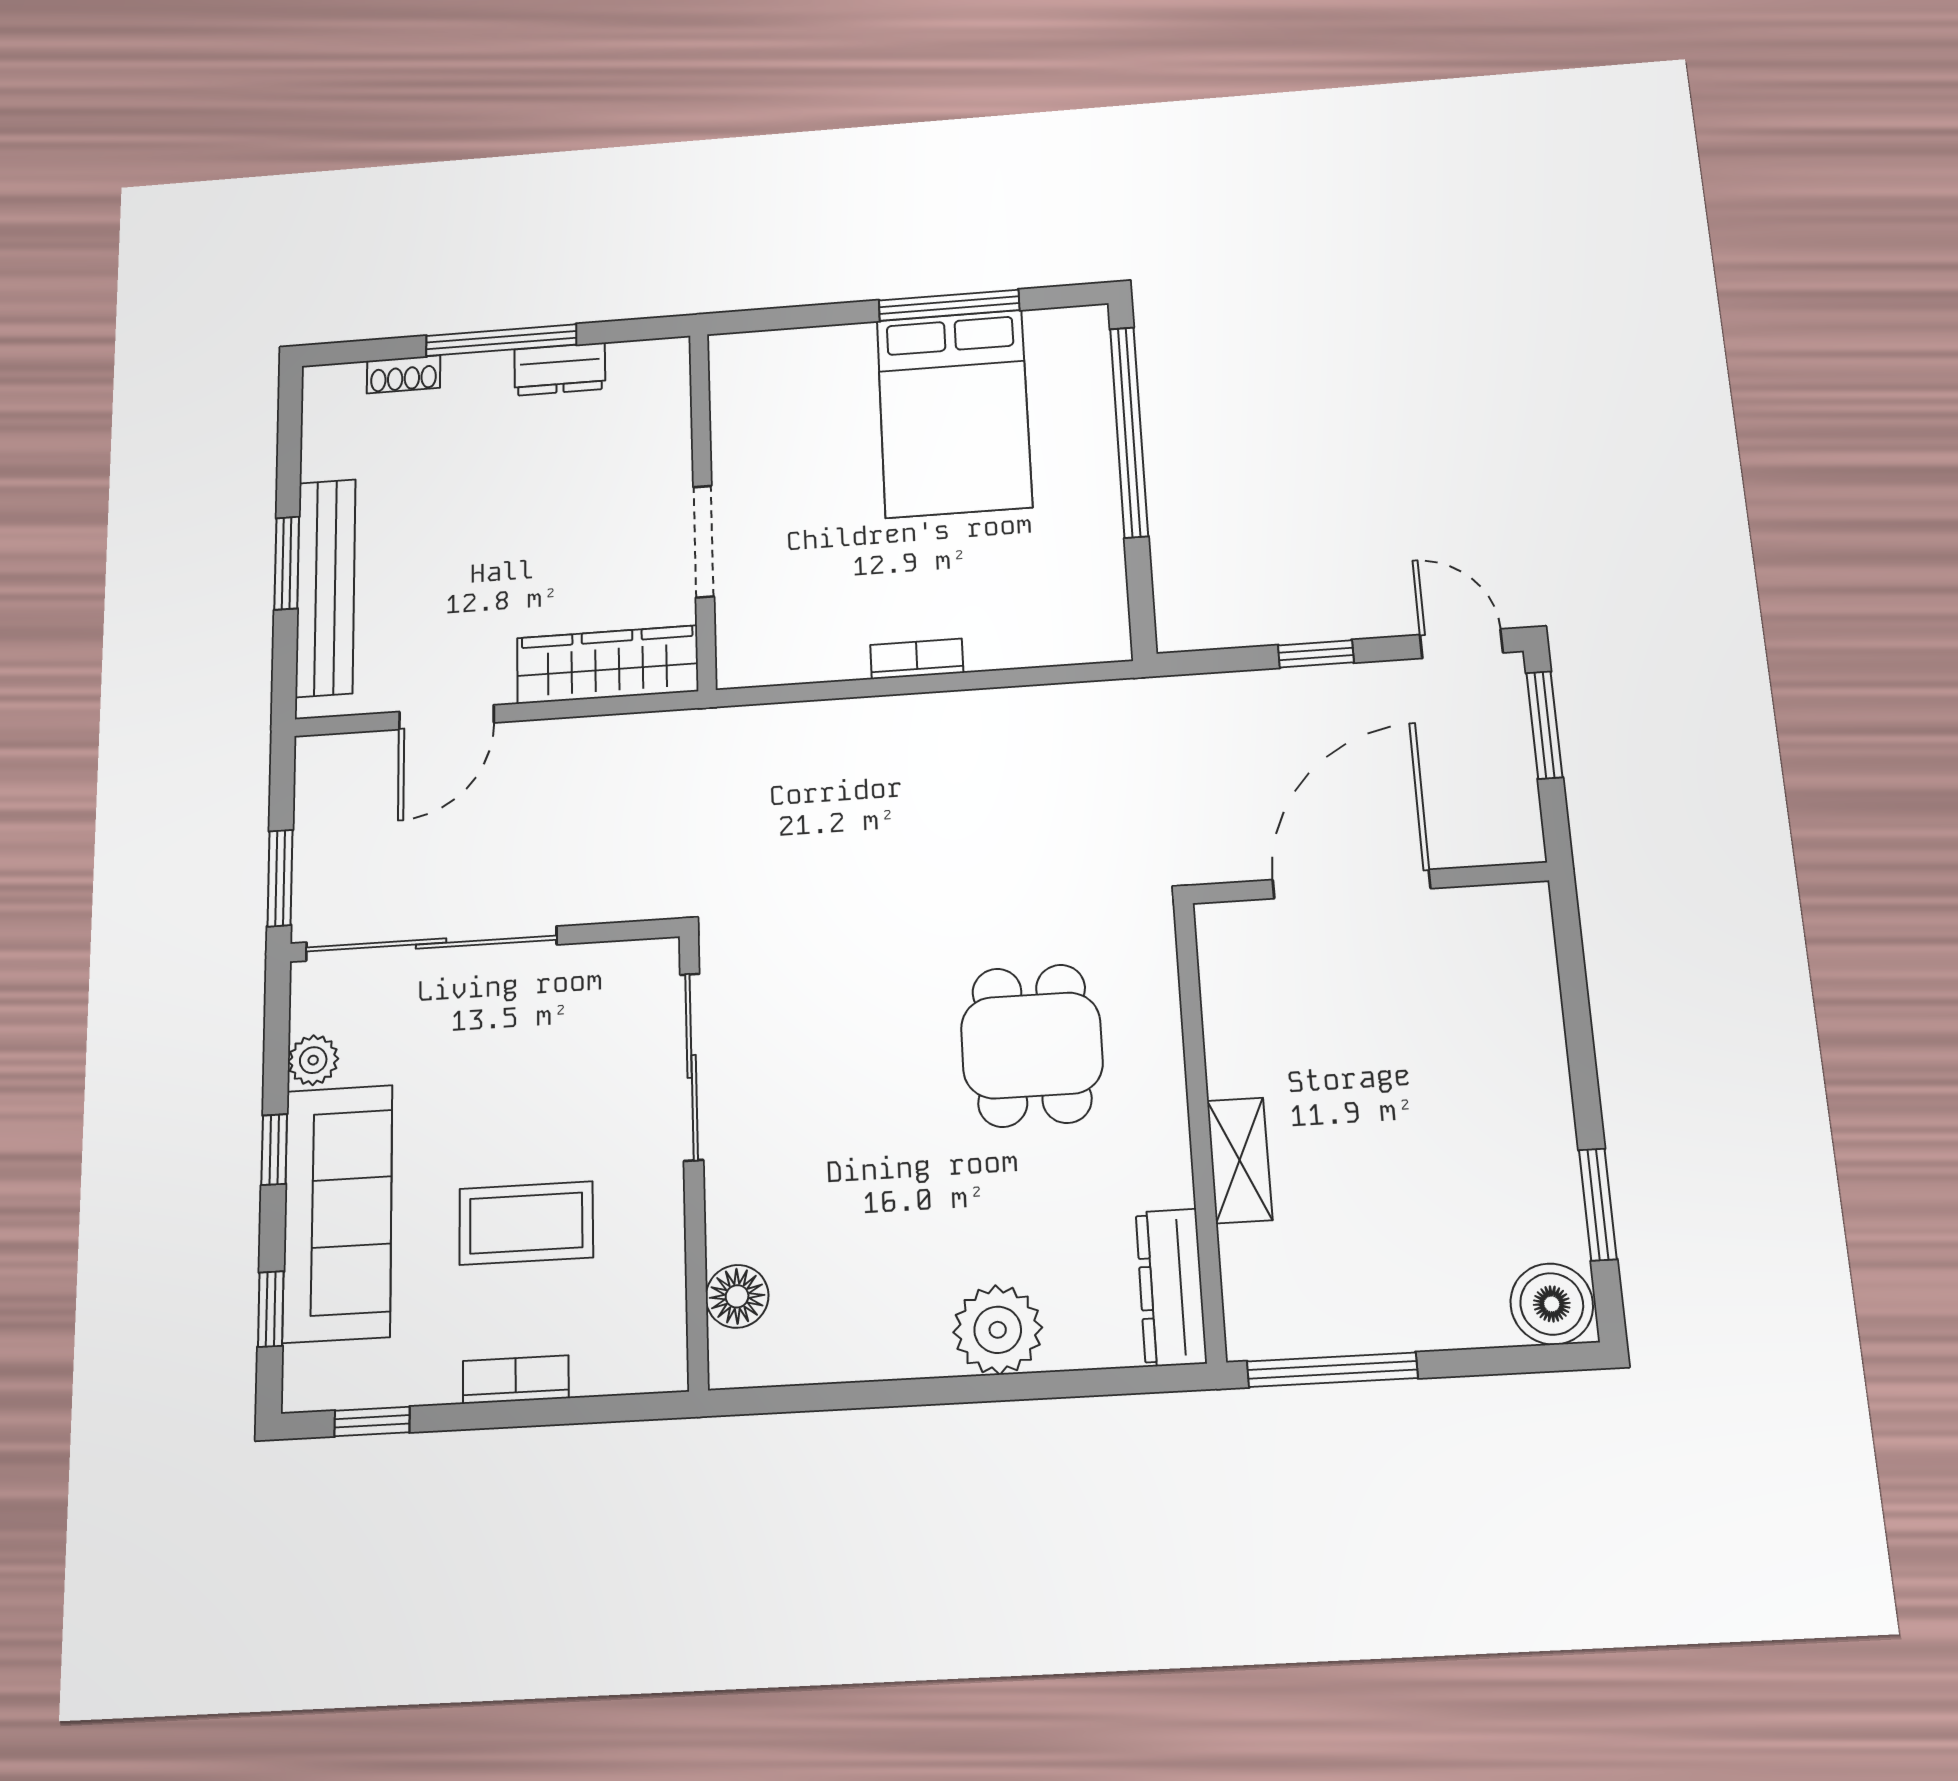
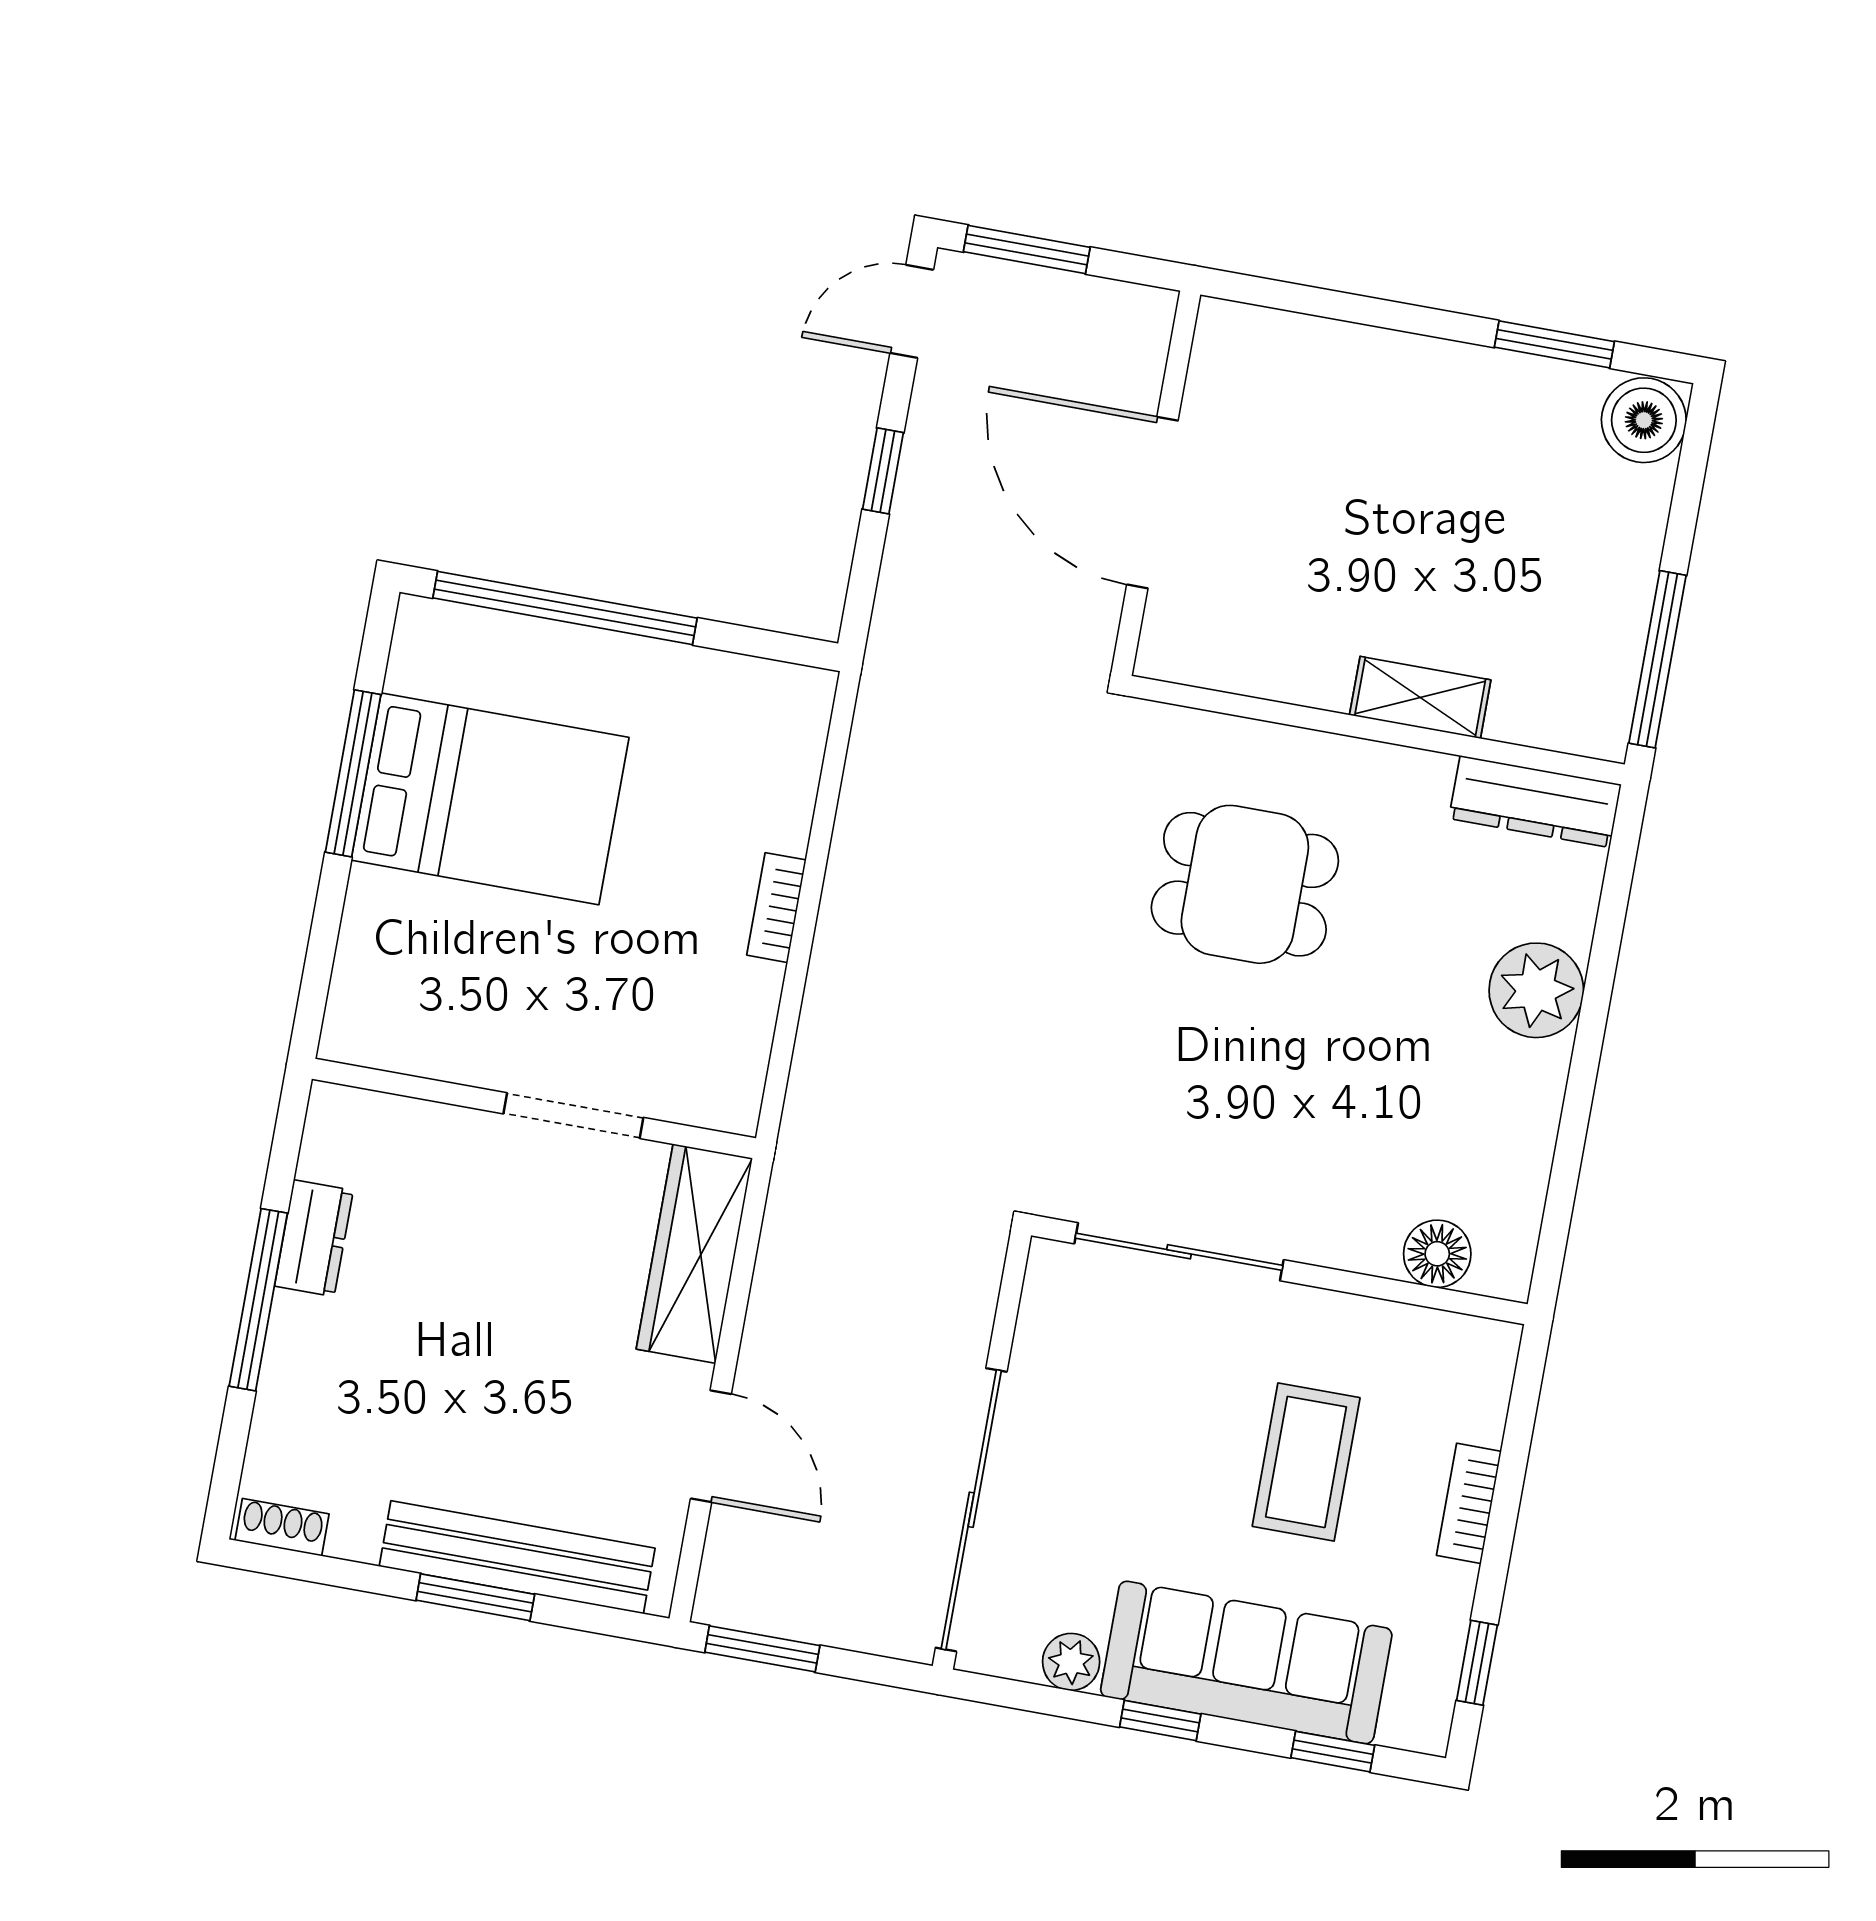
shoe rack: (404, 374) -> (282, 1527), moved, turned -90
window: (280, 878) -> (762, 1649), moved

